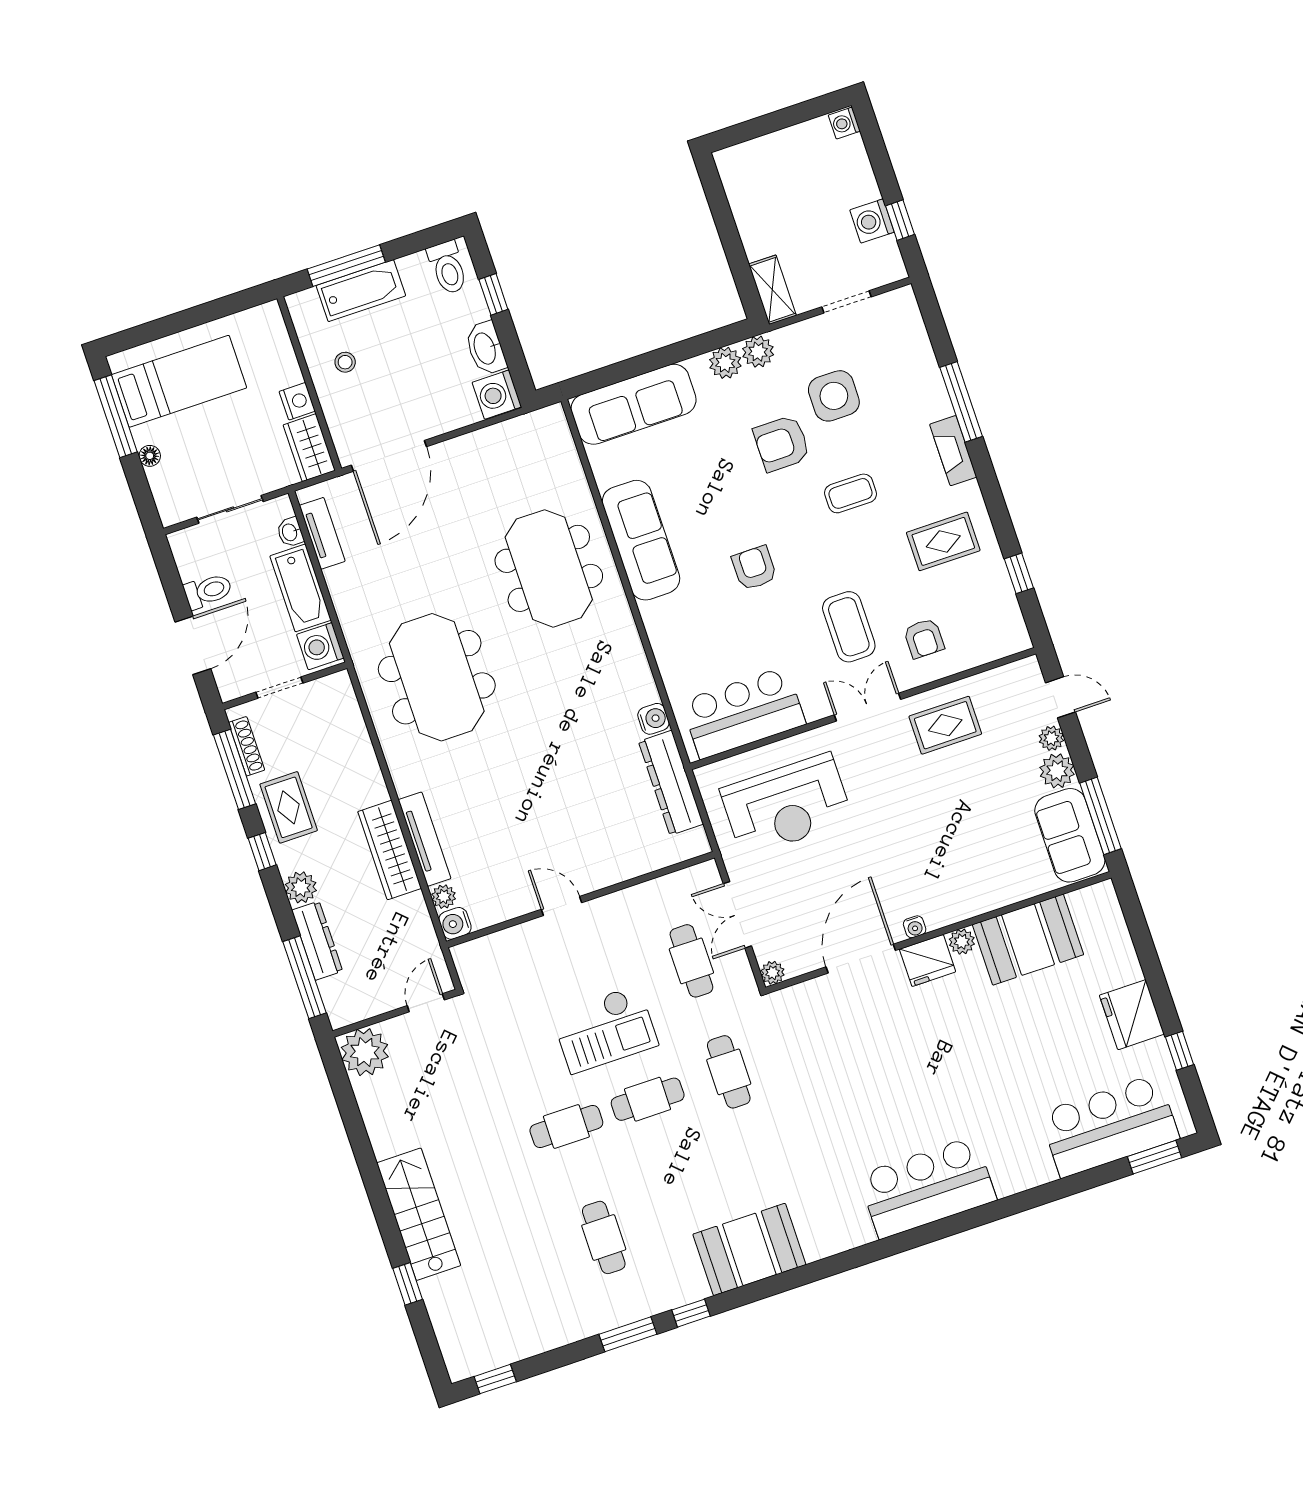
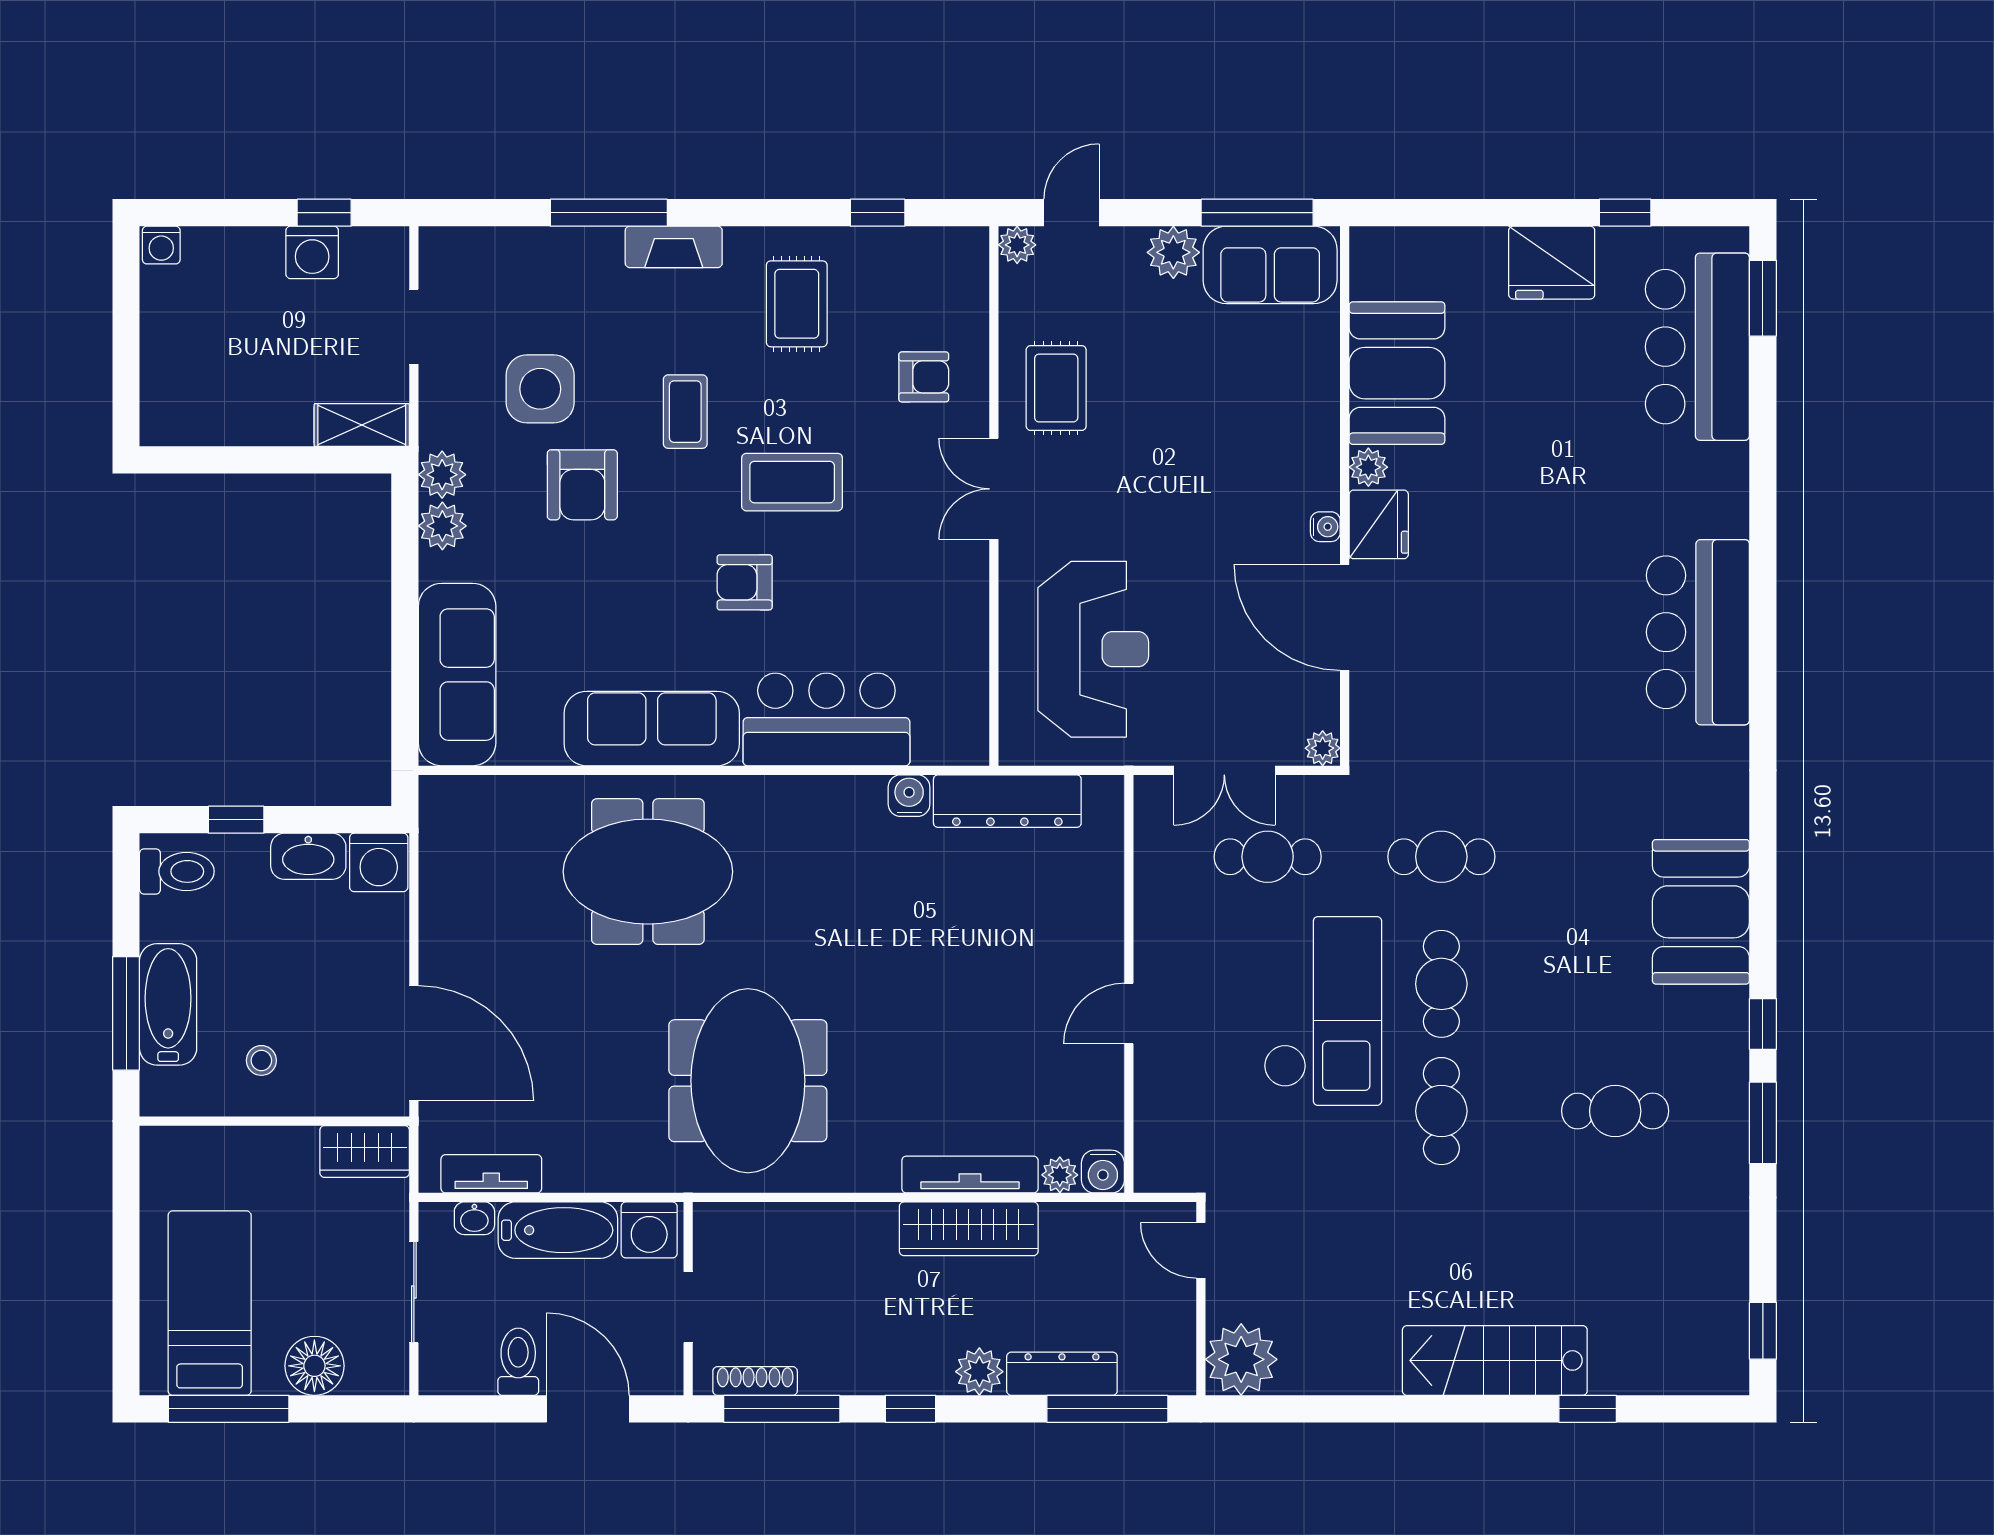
nightstand: (297, 401) -> (294, 1146), removed
floor lamp: (150, 456) -> (314, 1366), width x1.89, depth x1.89
coffee table: (849, 627) -> (792, 482), moved
meeting table: (437, 677) -> (748, 1081), turned 90
bar counter: (743, 713) -> (826, 719), moved, turned 90
plant: (1051, 738) -> (1017, 245), moved
rug: (289, 807) -> (861, 1351), removed
checkout: (605, 1029) -> (1323, 1011), width x1.36, depth x1.21

